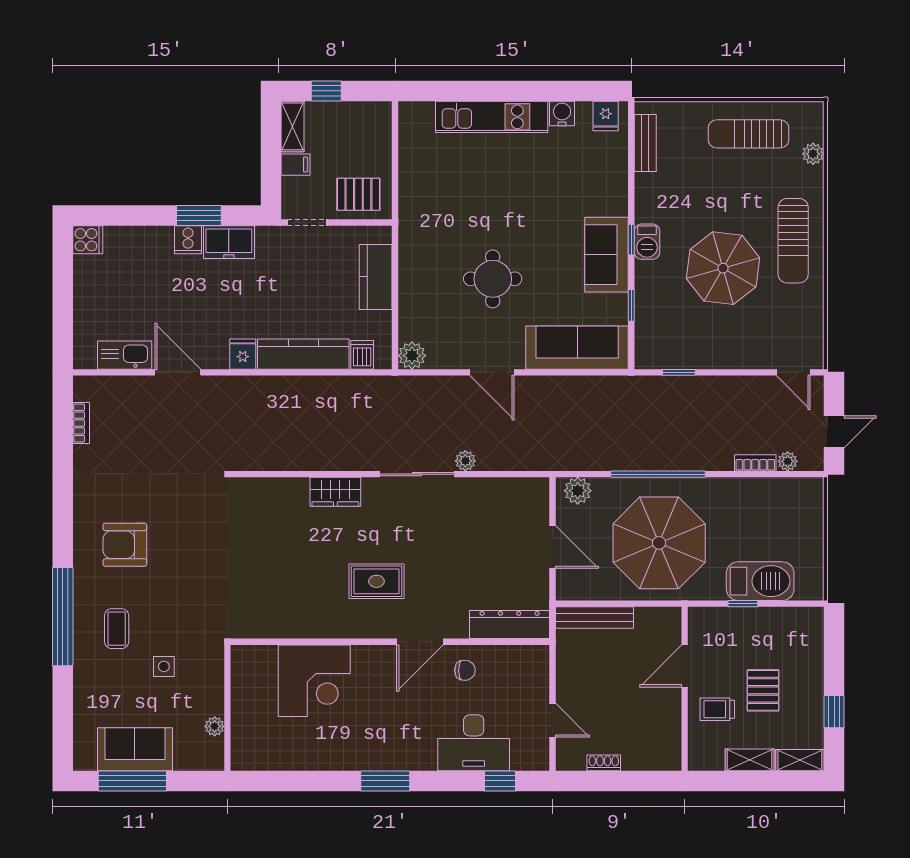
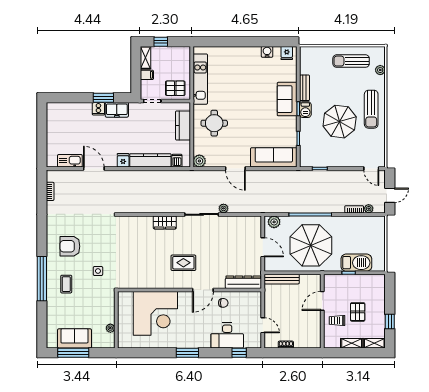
kitchen unit: (492, 117) -> (200, 79), moved, turned -90
bench: (645, 143) -> (305, 88), moved
cooker: (88, 240) -> (53, 109), removed
sofa: (607, 255) -> (287, 99), moved
round table: (493, 279) -> (214, 123), moved
side table: (164, 666) -> (98, 271), moved
corner desk: (314, 681) -> (155, 313), width x1.36, depth x1.36

